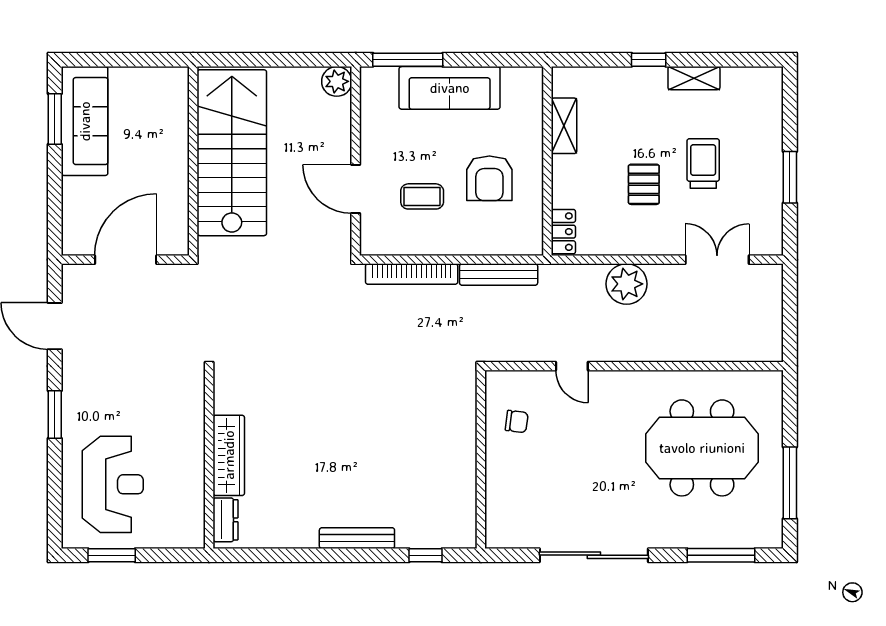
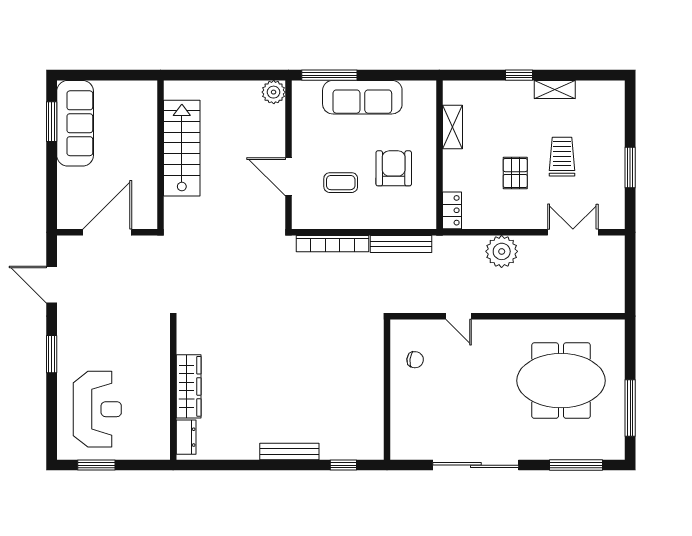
stairs: (232, 153) -> (182, 148), width x0.73, depth x0.66
armchair: (489, 178) -> (394, 168), turned 180

